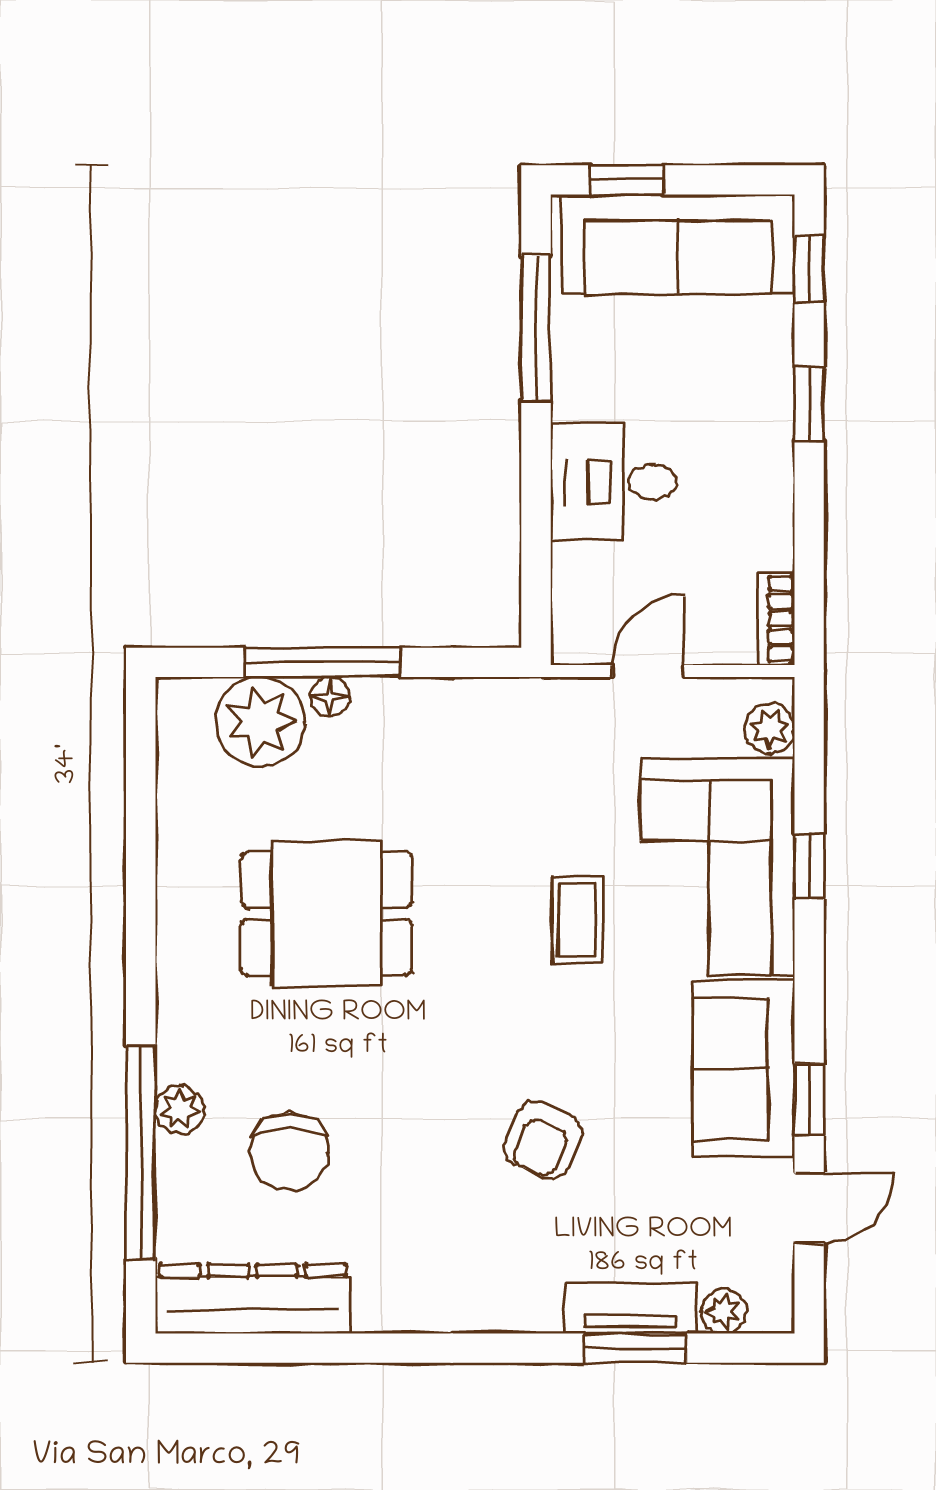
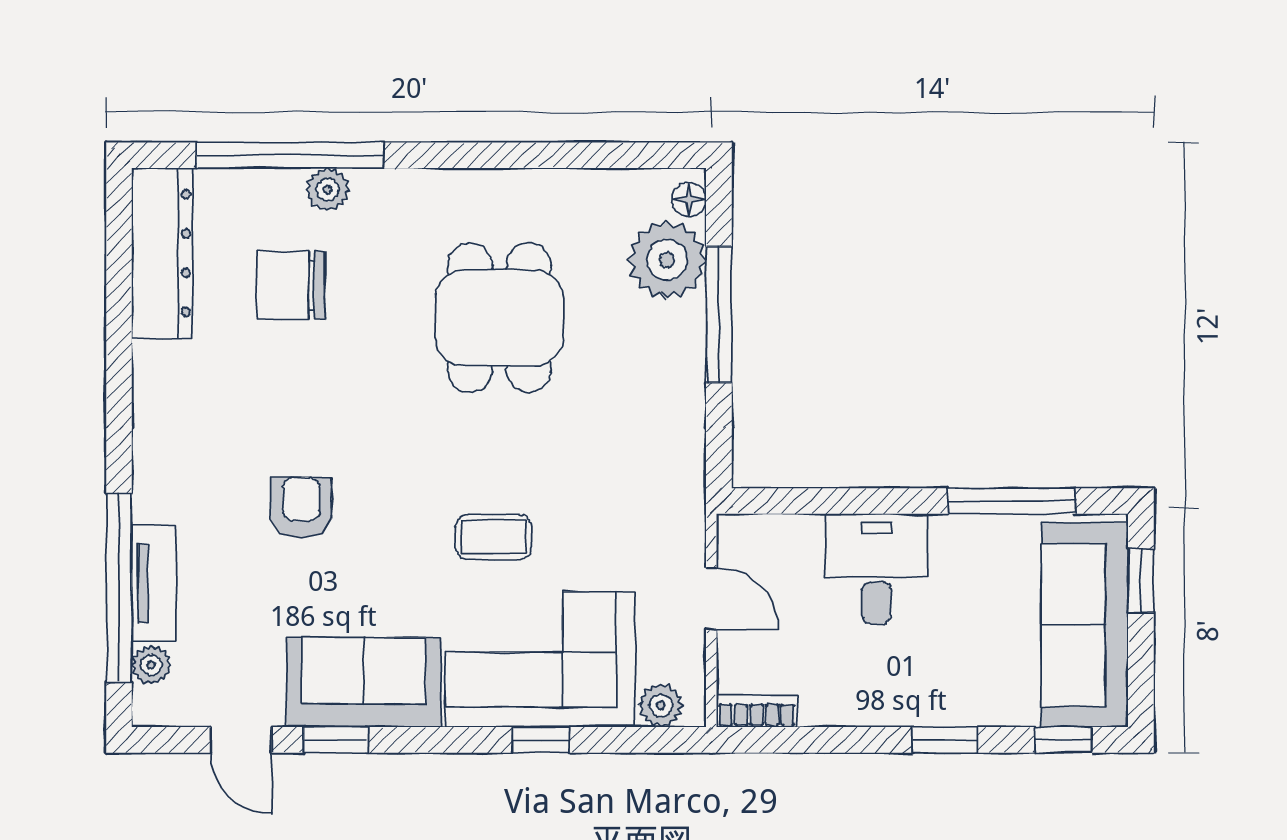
floor lamp: (330, 697) -> (689, 199), moved
armchair: (543, 1140) -> (301, 507), turned 66
window: (635, 1348) -> (119, 588), width x2.11

